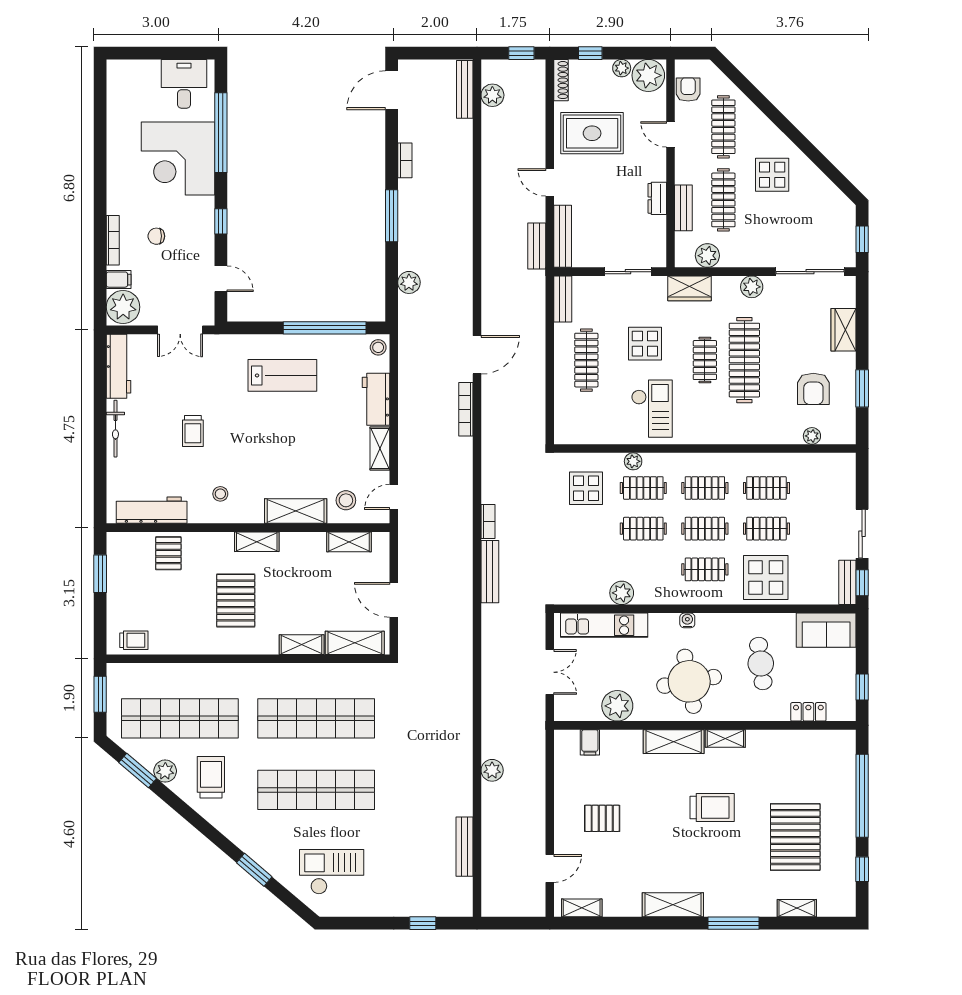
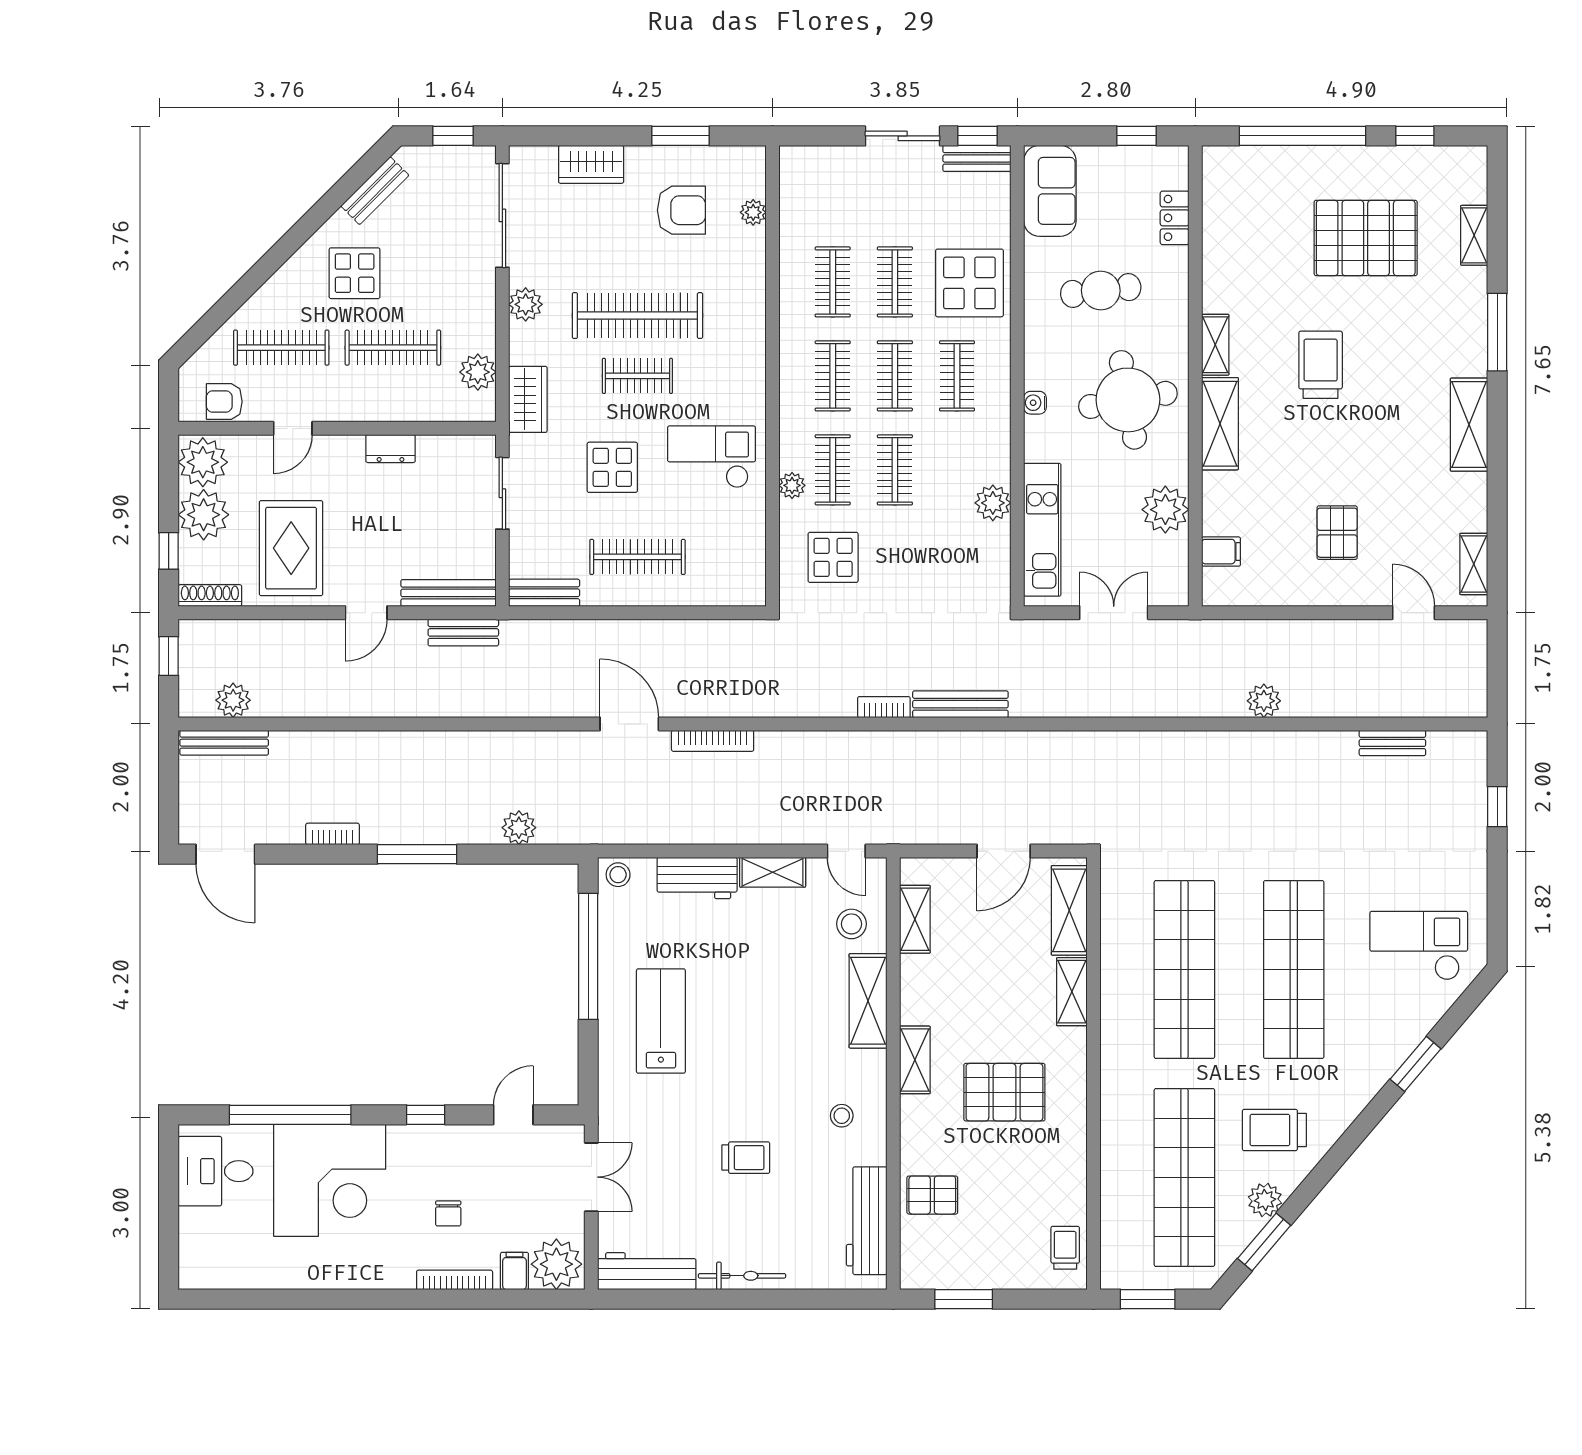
plant: (622, 68) -> (204, 515), width x1.87, depth x1.87
bench: (683, 208) -> (375, 191), moved, turned -45
bench: (464, 847) -> (1392, 743), width x0.73
checkout: (332, 872) -> (1419, 946), turned 90

